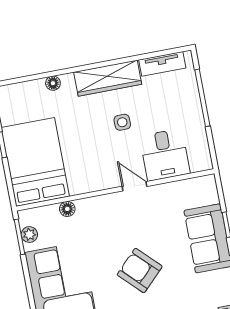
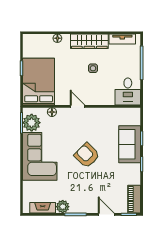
desk: (165, 155) -> (128, 92), moved
door: (134, 186) -> (78, 106), moved
plant: (29, 235) -> (32, 123), width x1.88, depth x1.88

